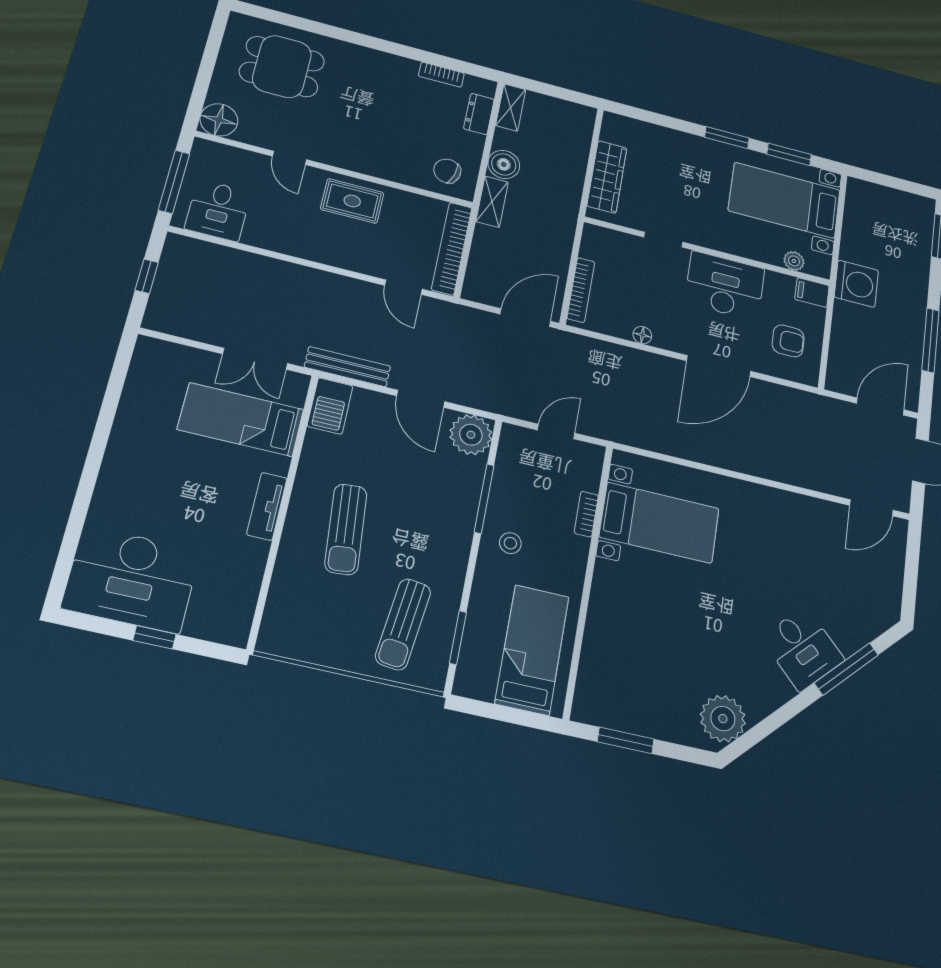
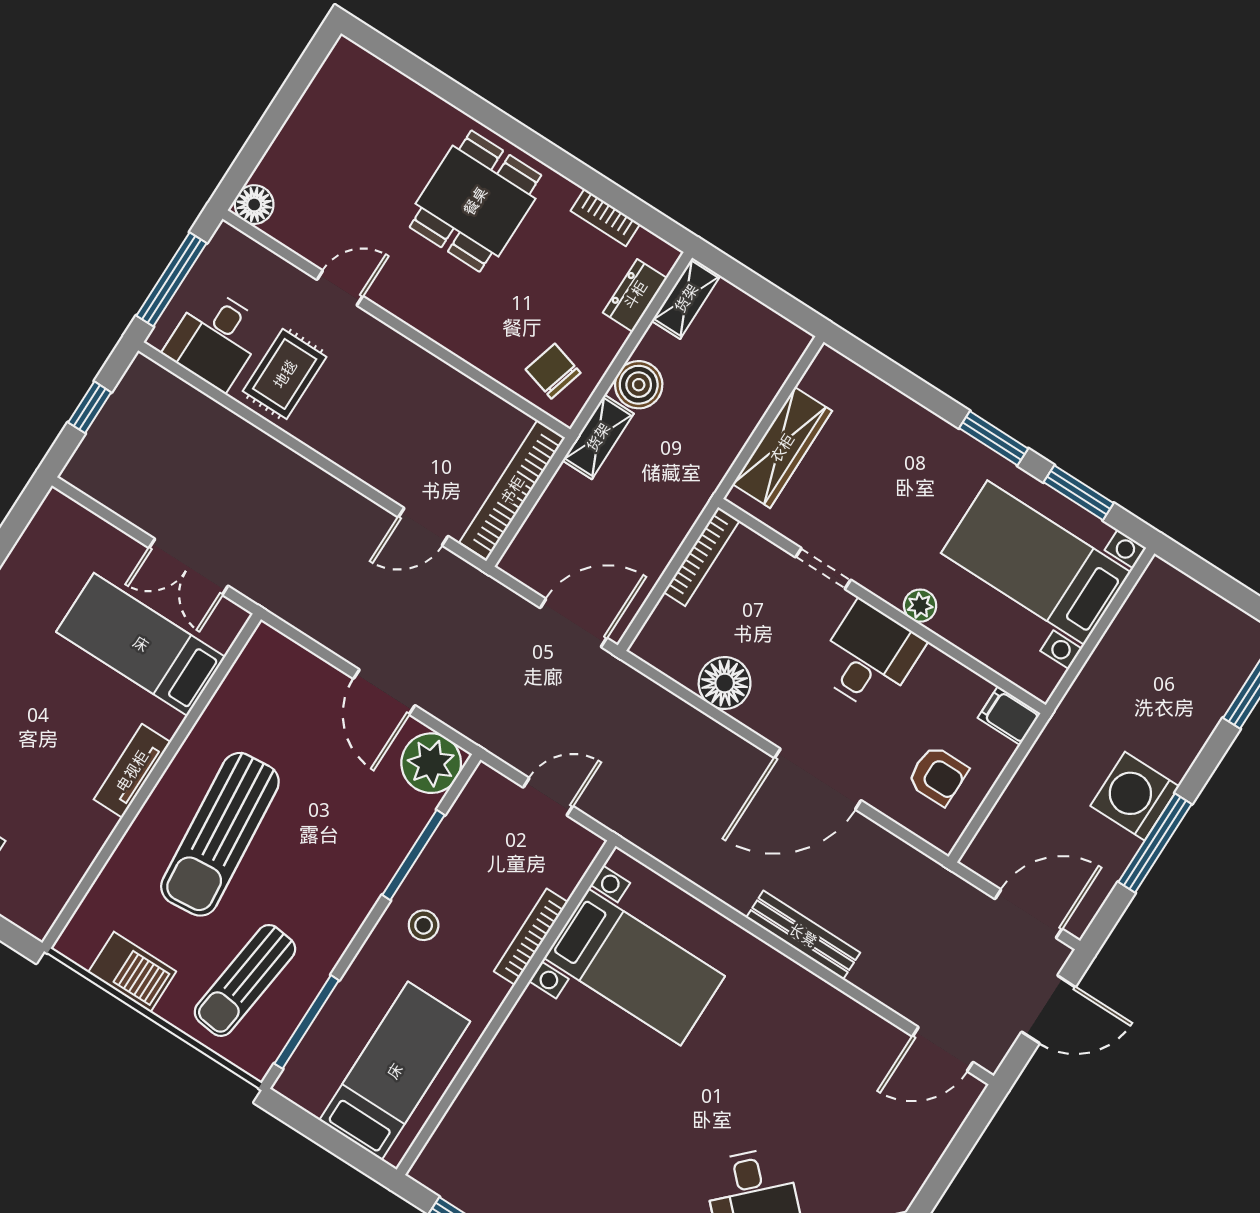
dining table: (282, 67) -> (475, 201), moved, turned 90
floor lamp: (219, 120) -> (254, 205), width x0.73, depth x0.73
door: (289, 158) -> (340, 288), swing flipped
rug: (352, 201) -> (285, 374), moved, turned 90
plant: (794, 261) -> (920, 606), moved
washing machine: (856, 284) -> (1135, 796), moved, turned 180
desk: (725, 286) -> (869, 657), width x0.73
door: (403, 287) -> (423, 527), hinge flipped
bookcase: (581, 290) -> (702, 557), moved
floor lamp: (642, 335) -> (725, 683), width x1.89, depth x1.89
bench: (347, 367) -> (803, 935), moved
barbecue: (330, 406) -> (132, 972), moved, turned -90
bookcase: (586, 514) -> (531, 937), width x1.56
sun lounger: (346, 529) -> (220, 834), width x1.36, depth x1.34
window: (458, 638) -> (307, 1022), width x1.44

